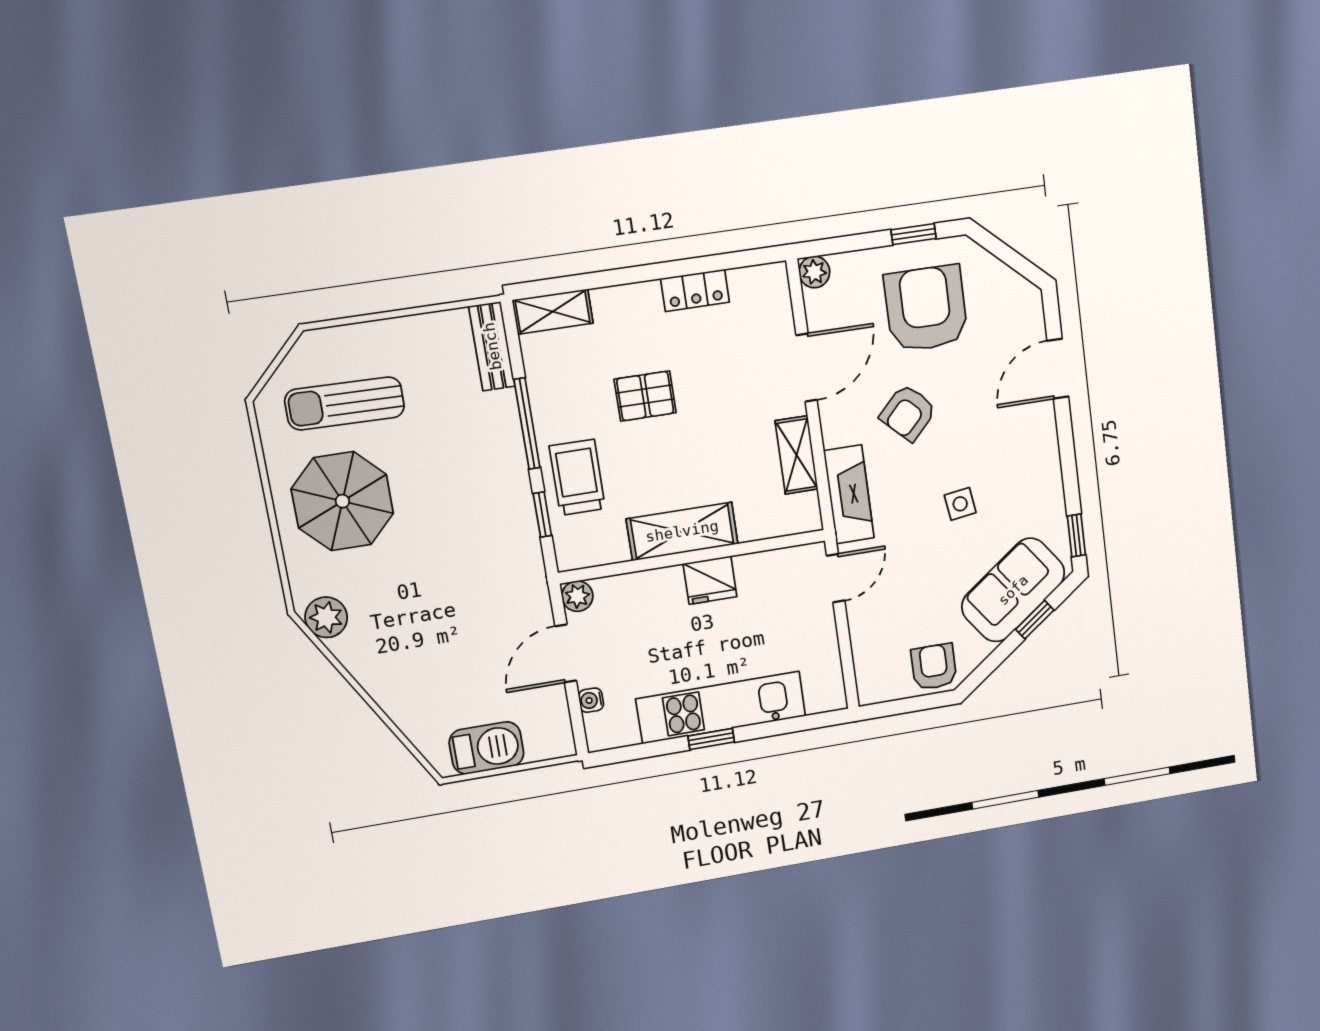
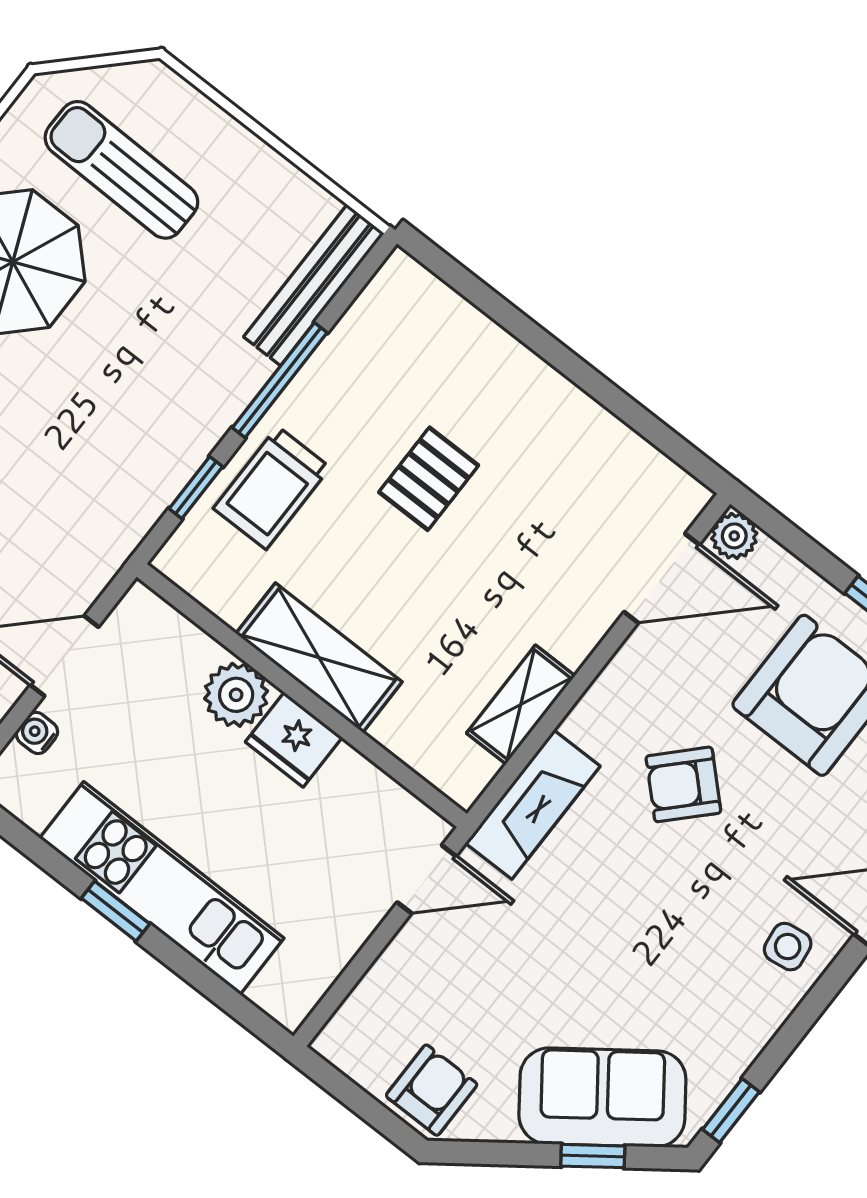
locker: (695, 290) -> (592, 426), removed
shelving: (553, 312) -> (425, 297), removed
bench: (492, 346) -> (314, 285), width x1.36
door: (807, 368) -> (662, 578), moved
pallet: (645, 396) -> (429, 479), turned 90
trolley: (577, 477) -> (272, 488), turned 180
side table: (960, 504) -> (788, 947), moved
plant: (577, 596) -> (236, 695), moved, width x1.38, depth x1.38

